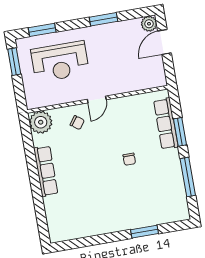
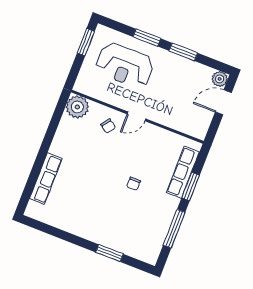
window: (42, 30) -> (147, 38), moved
row of seats: (46, 171) -> (46, 179), moved

